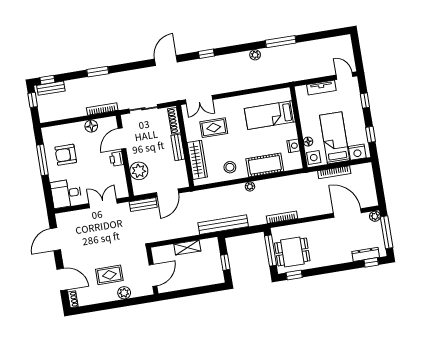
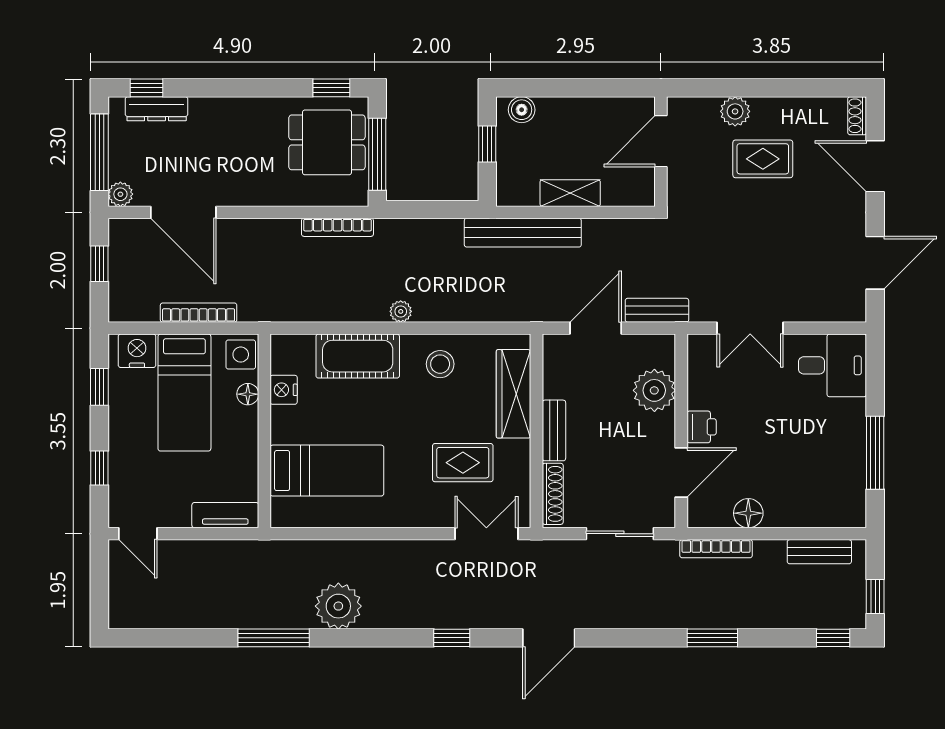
plant: (255, 55) -> (338, 606), width x1.88, depth x1.88
bench: (51, 88) -> (819, 552), moved
tv unit: (321, 88) -> (225, 515), moved
armchair: (66, 155) -> (819, 456), removed
window: (379, 186) -> (99, 264), added
bench: (223, 225) -> (523, 233), moved
boiler: (213, 279) -> (522, 110), added

